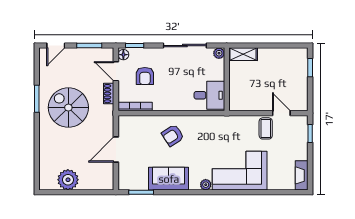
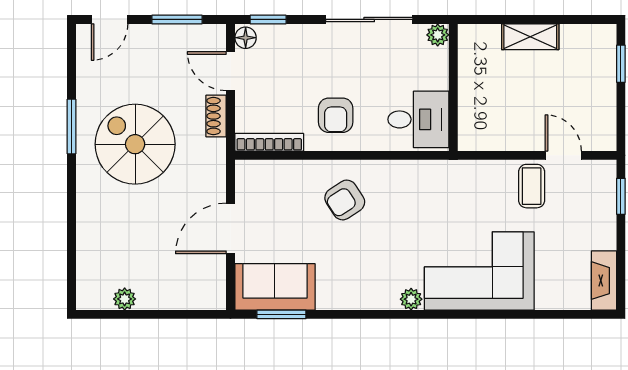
shelving: (243, 54) -> (530, 37), moved
armchair: (145, 76) -> (336, 115), moved
sofa: (169, 179) -> (275, 287), moved
plant: (68, 180) -> (125, 299), width x0.53, depth x0.53

